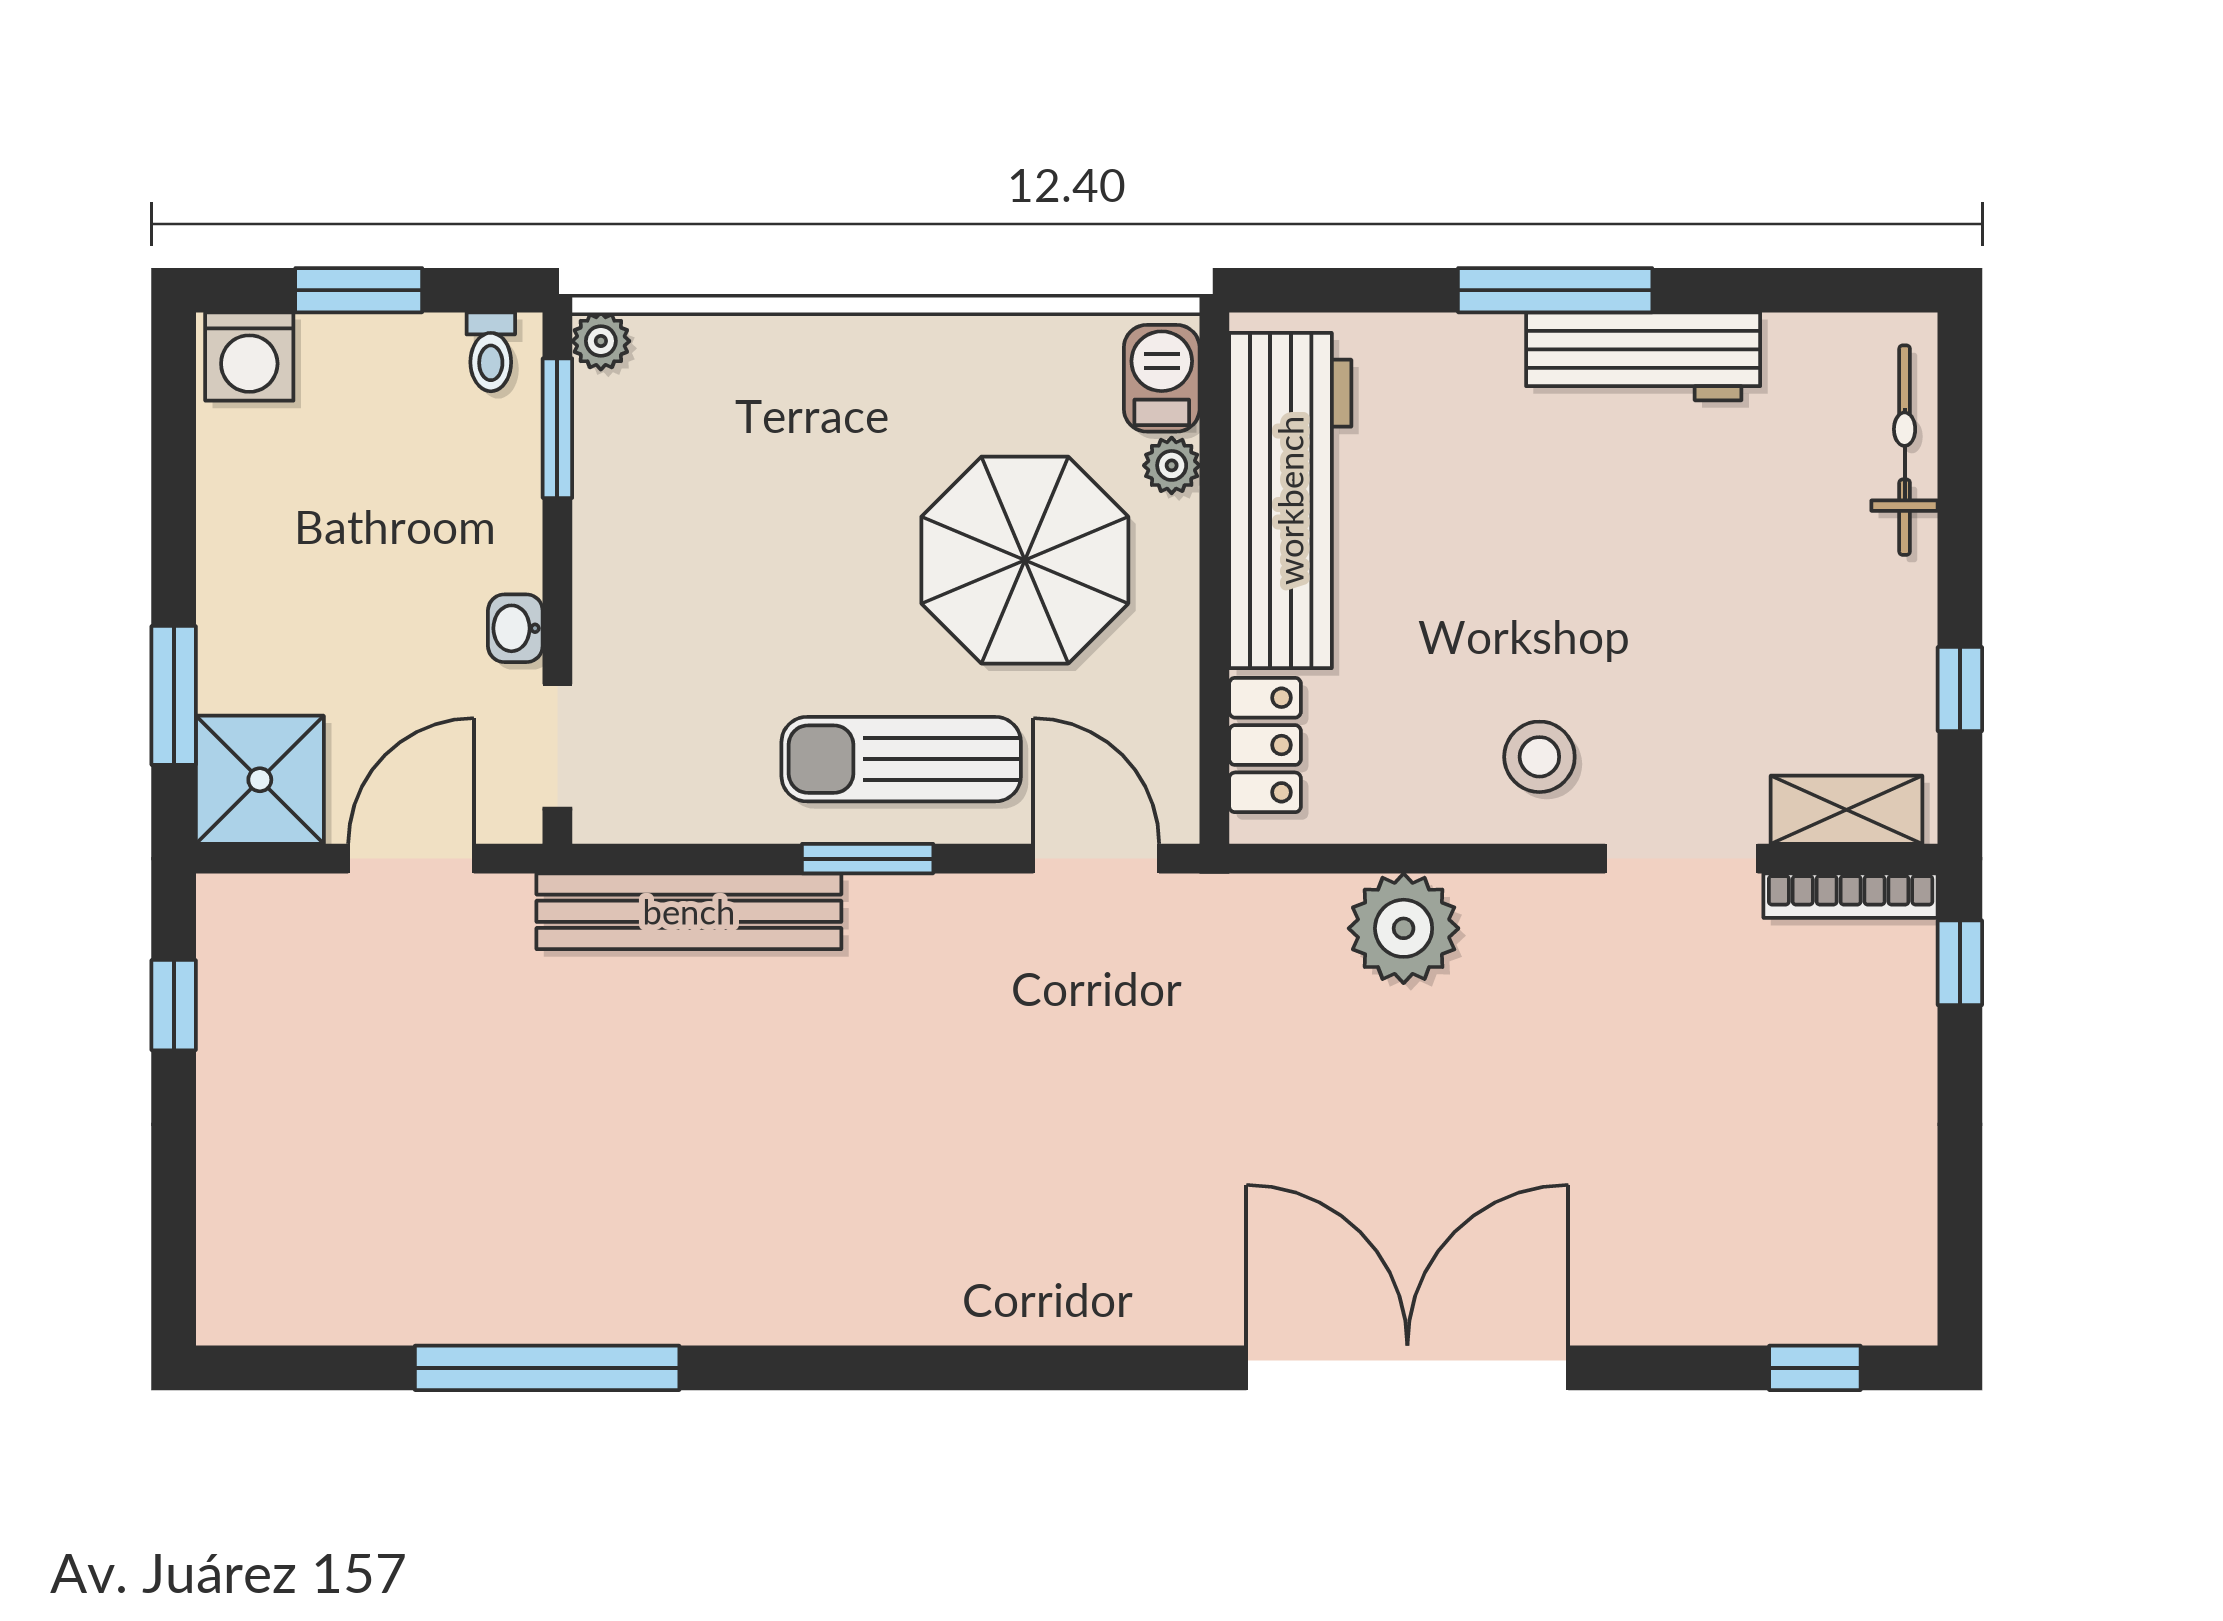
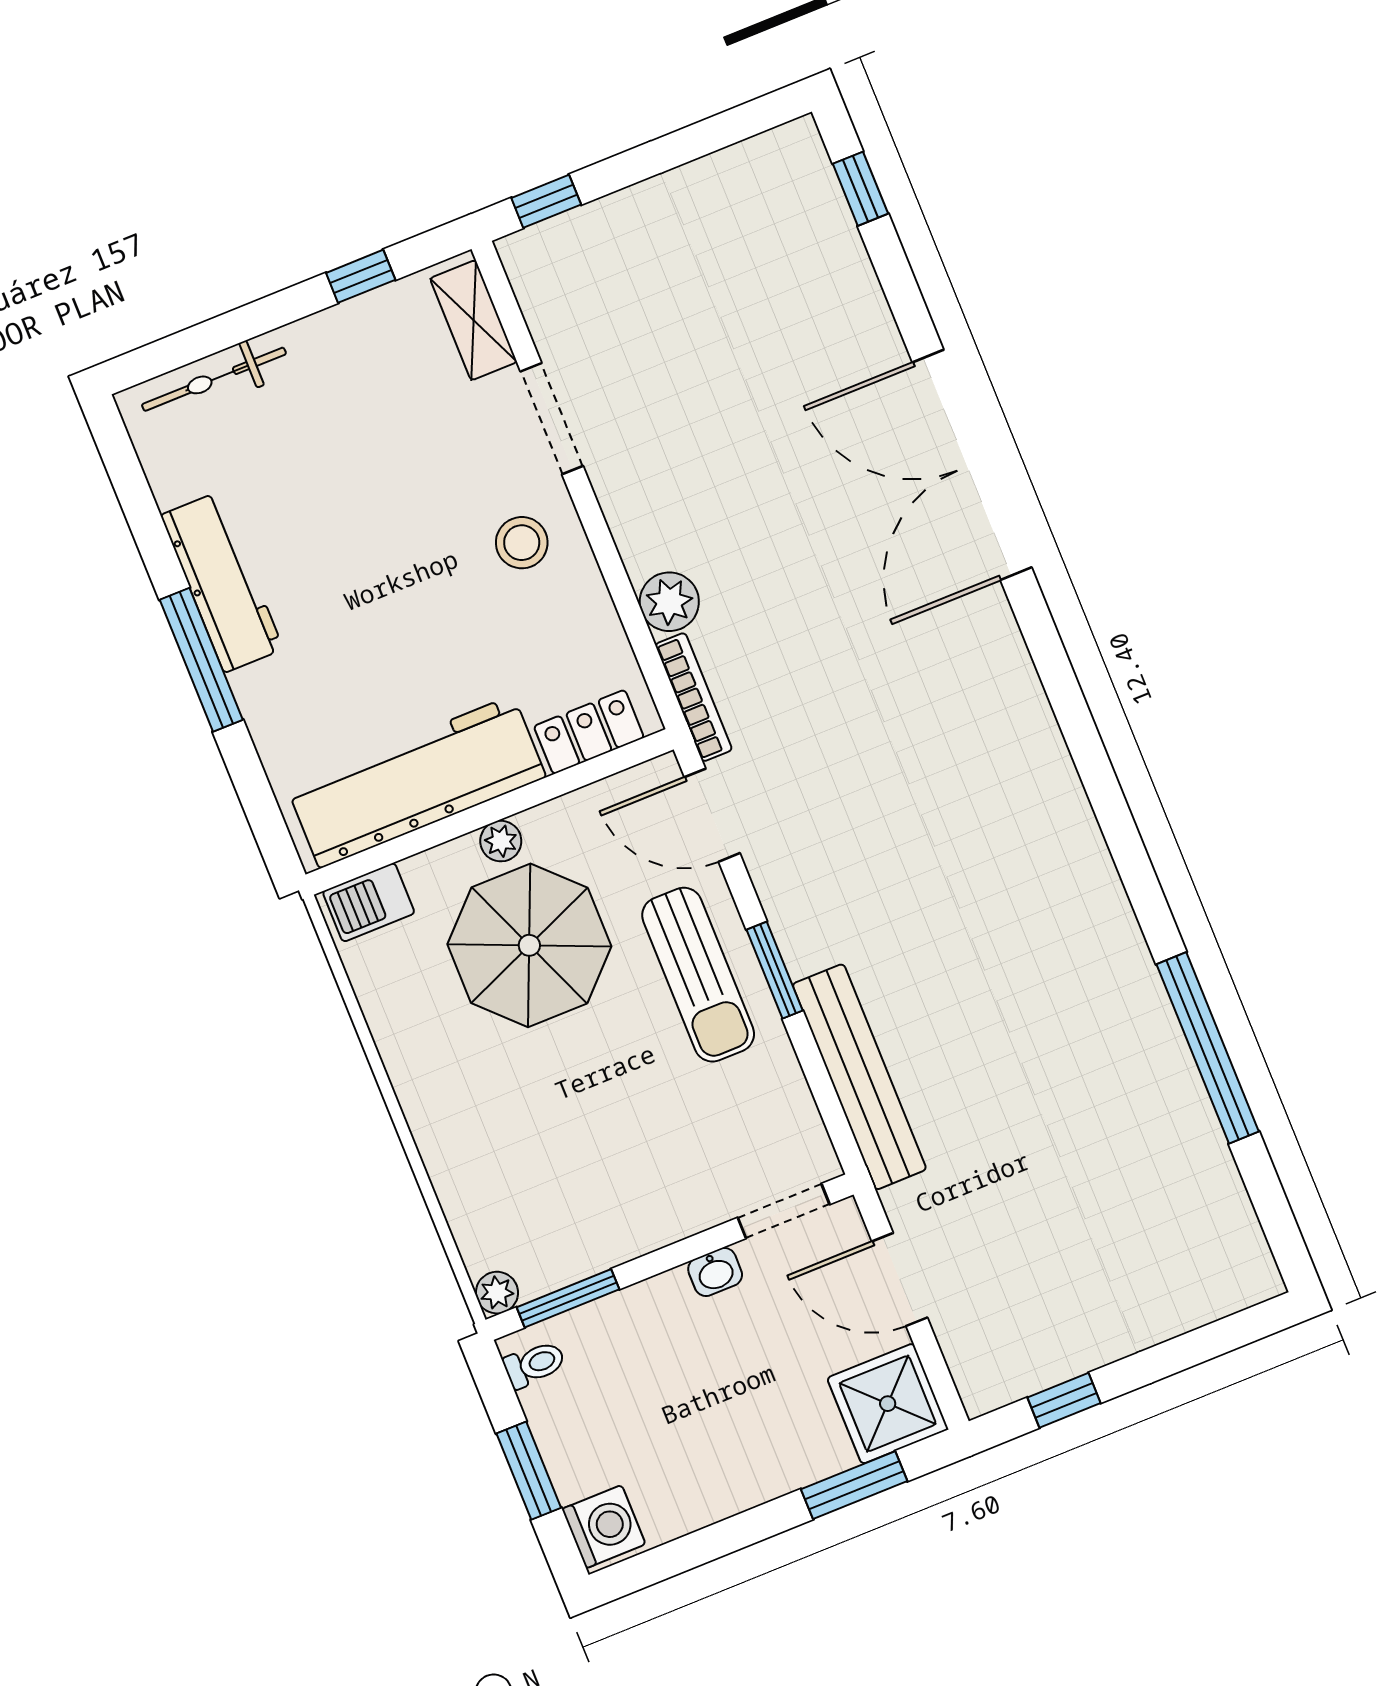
plant: (1172, 465) -> (501, 841), moved
door: (1096, 859) -> (712, 815), hinge flipped
bookcase: (1851, 896) -> (694, 697), moved
plant: (1404, 928) -> (669, 602), width x0.73, depth x0.73

